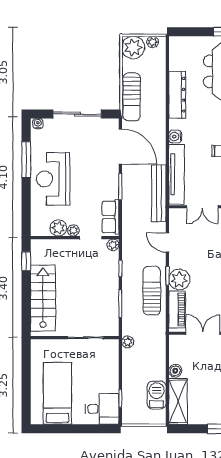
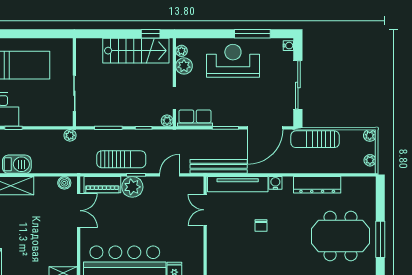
plant: (133, 47) -> (370, 135), width x0.53, depth x0.53
plant: (73, 230) -> (181, 51), moved
stairs: (43, 298) -> (136, 51), moved
boiler: (175, 371) -> (64, 183), moved

